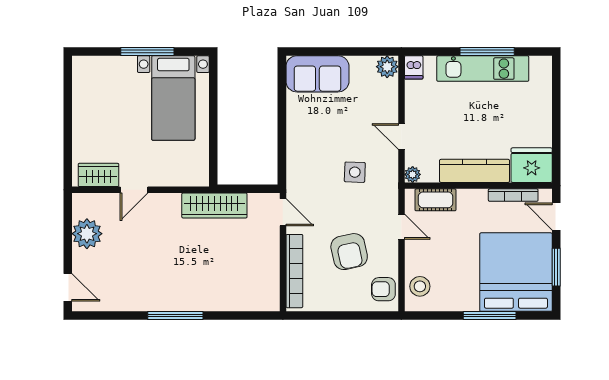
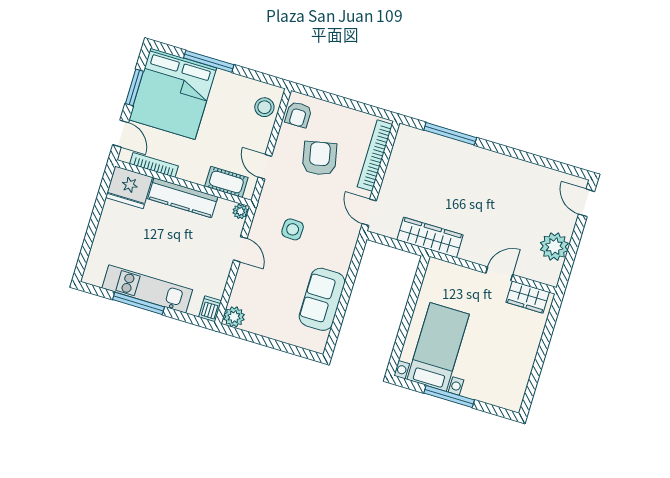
sofa: (317, 74) -> (322, 299), moved, turned -90
armchair: (383, 289) -> (298, 115), turned 90
window: (175, 316) -> (450, 134), moved

